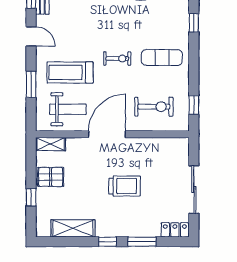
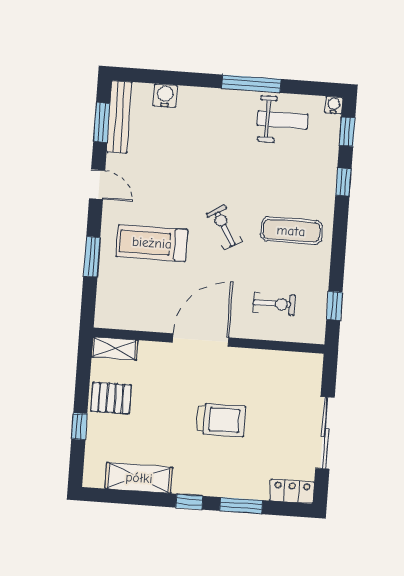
exercise bike: (117, 58) -> (224, 227), turned -120
exercise bike: (154, 107) -> (274, 304), width x0.73, depth x0.72
weight bench: (68, 109) -> (144, 298), removed

